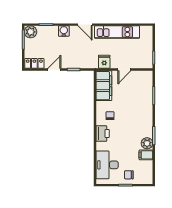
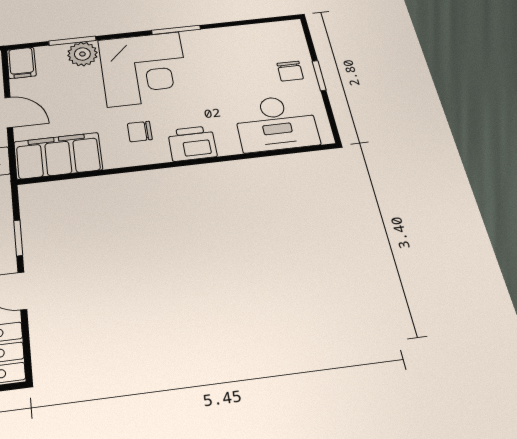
corner desk: (137, 121) -> (144, 69), added
plant: (147, 143) -> (82, 54), moved
filing cabinet: (146, 155) -> (21, 63), moved

